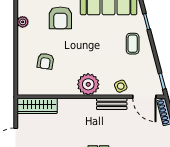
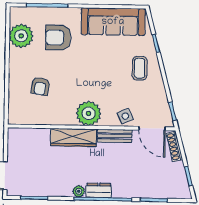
armchair: (60, 18) -> (58, 38), turned 90
plant: (23, 22) -> (21, 36), width x1.88, depth x1.88
wardrobe: (37, 106) -> (74, 137), moved

